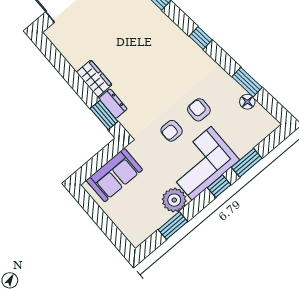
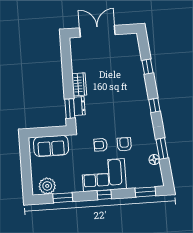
window: (247, 163) -> (145, 192), moved
plant: (174, 200) -> (47, 186), moved

